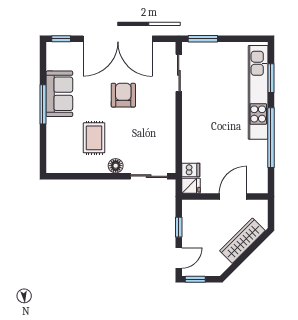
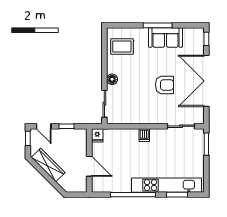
rug: (94, 138) -> (122, 47), moved
dishwasher: (191, 170) -> (144, 135), moved
wardrobe: (242, 241) -> (48, 165), moved

